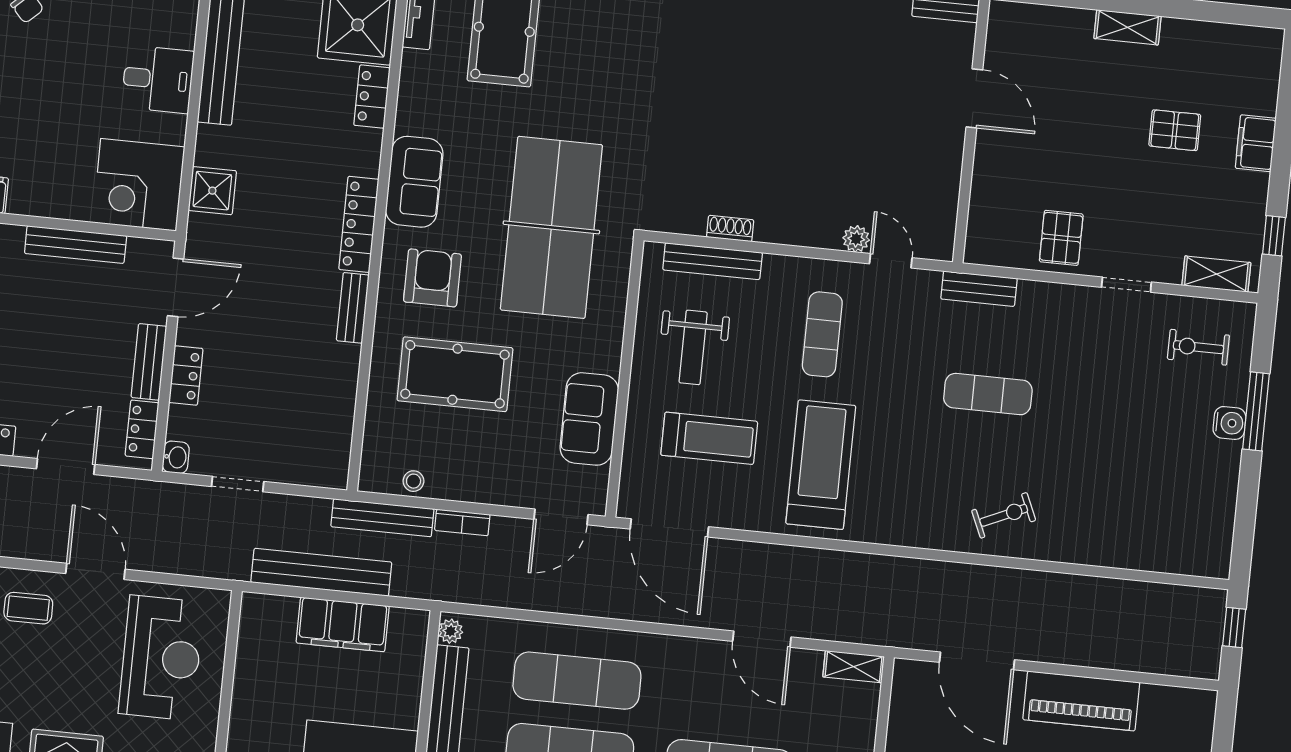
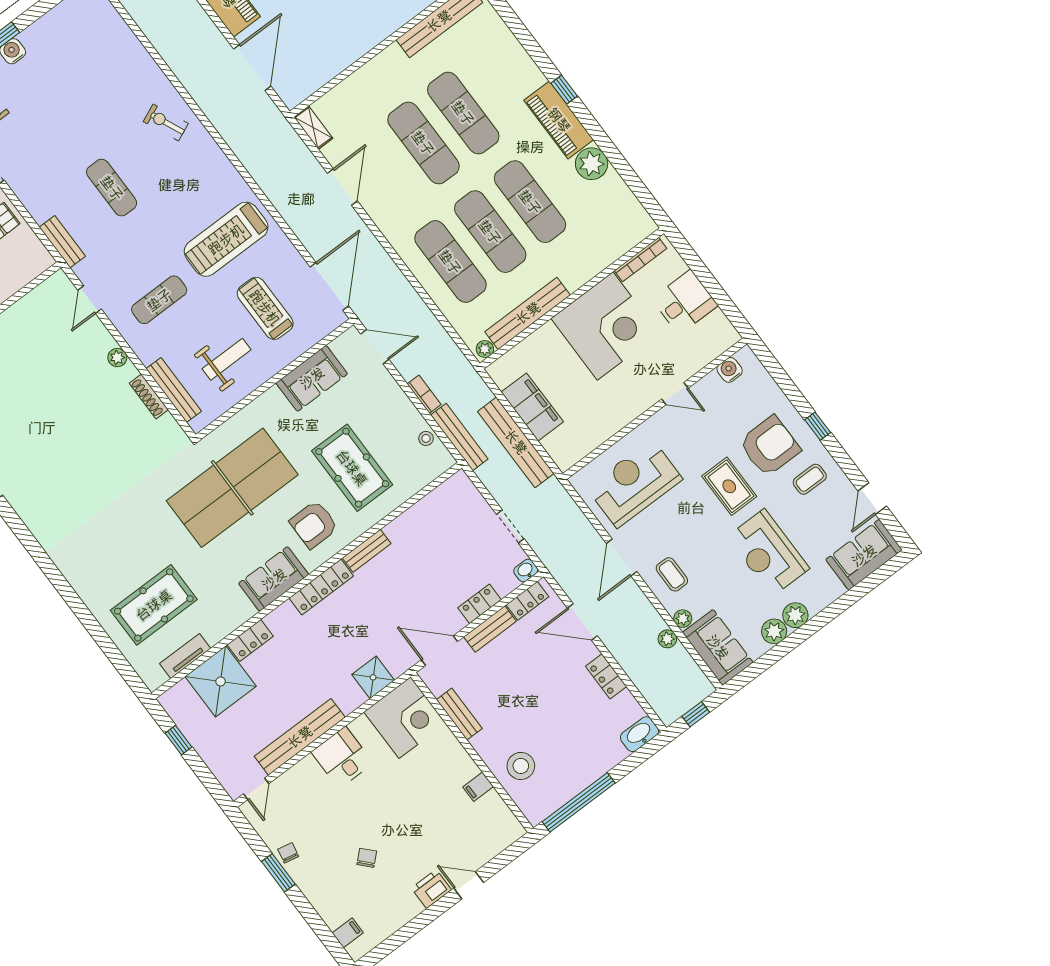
shoe rack: (730, 229) -> (149, 396), width x1.43
plant: (856, 239) -> (117, 358), moved
bench: (76, 245) -> (459, 714), width x0.73

